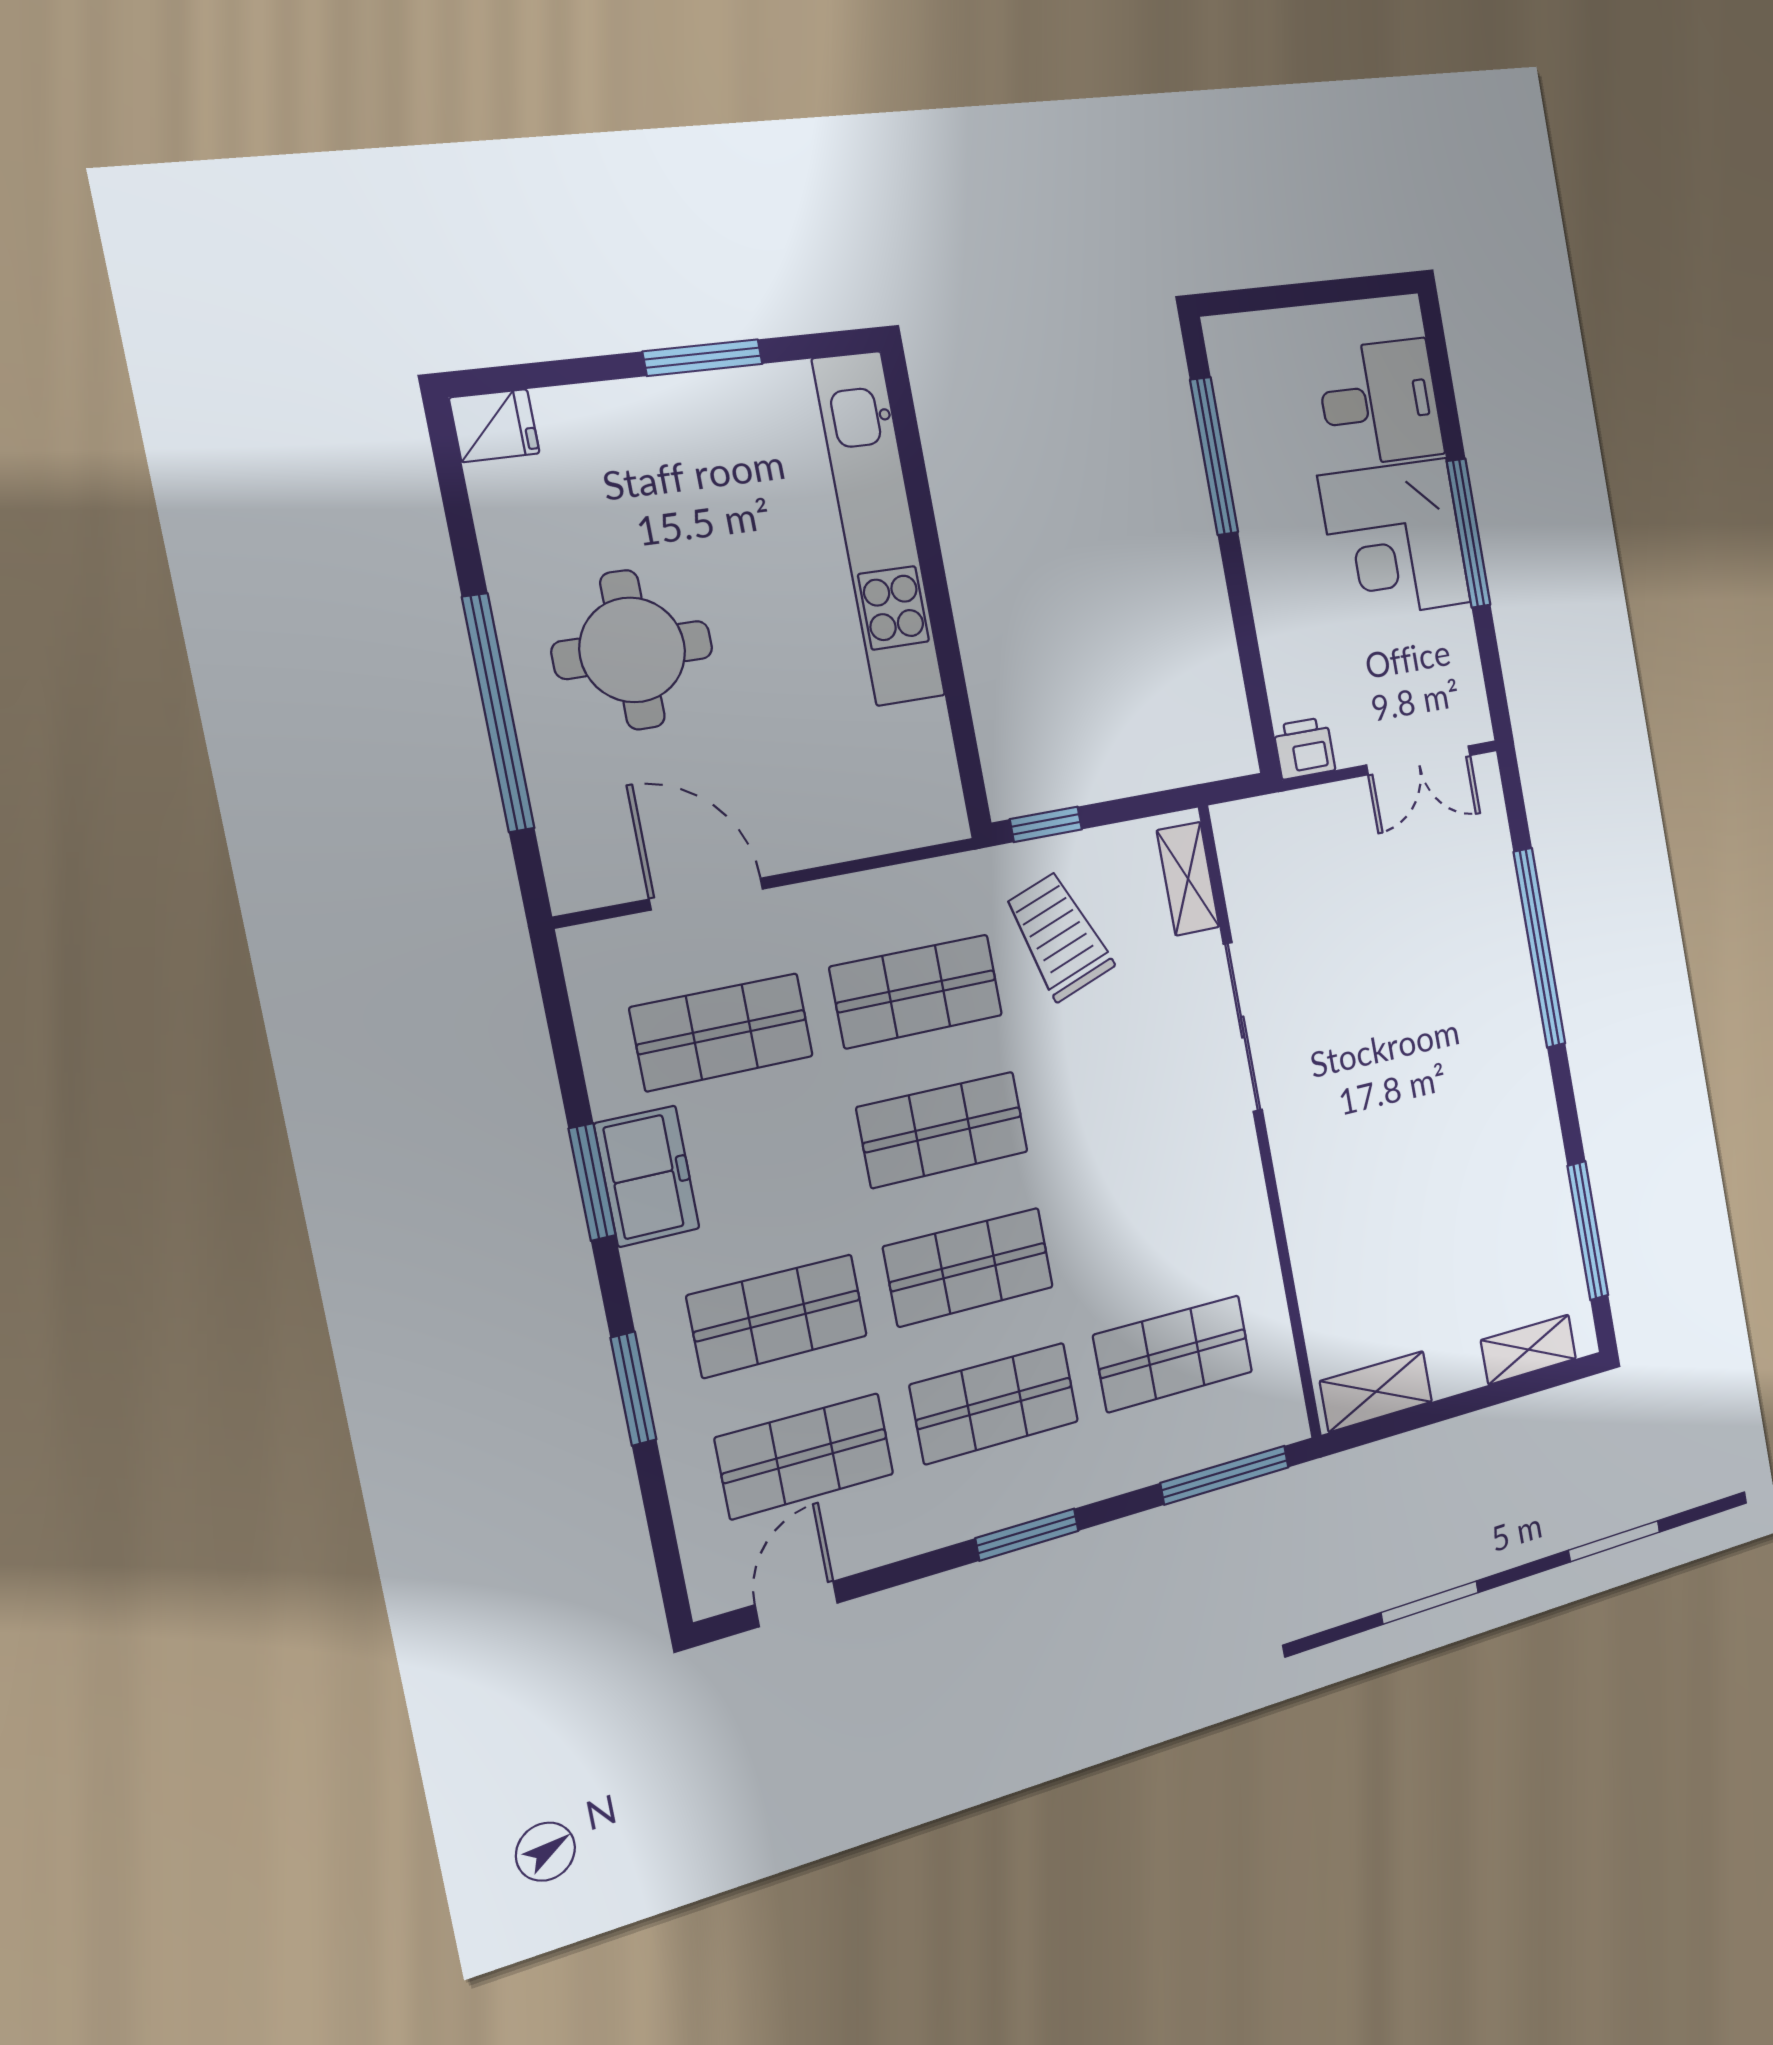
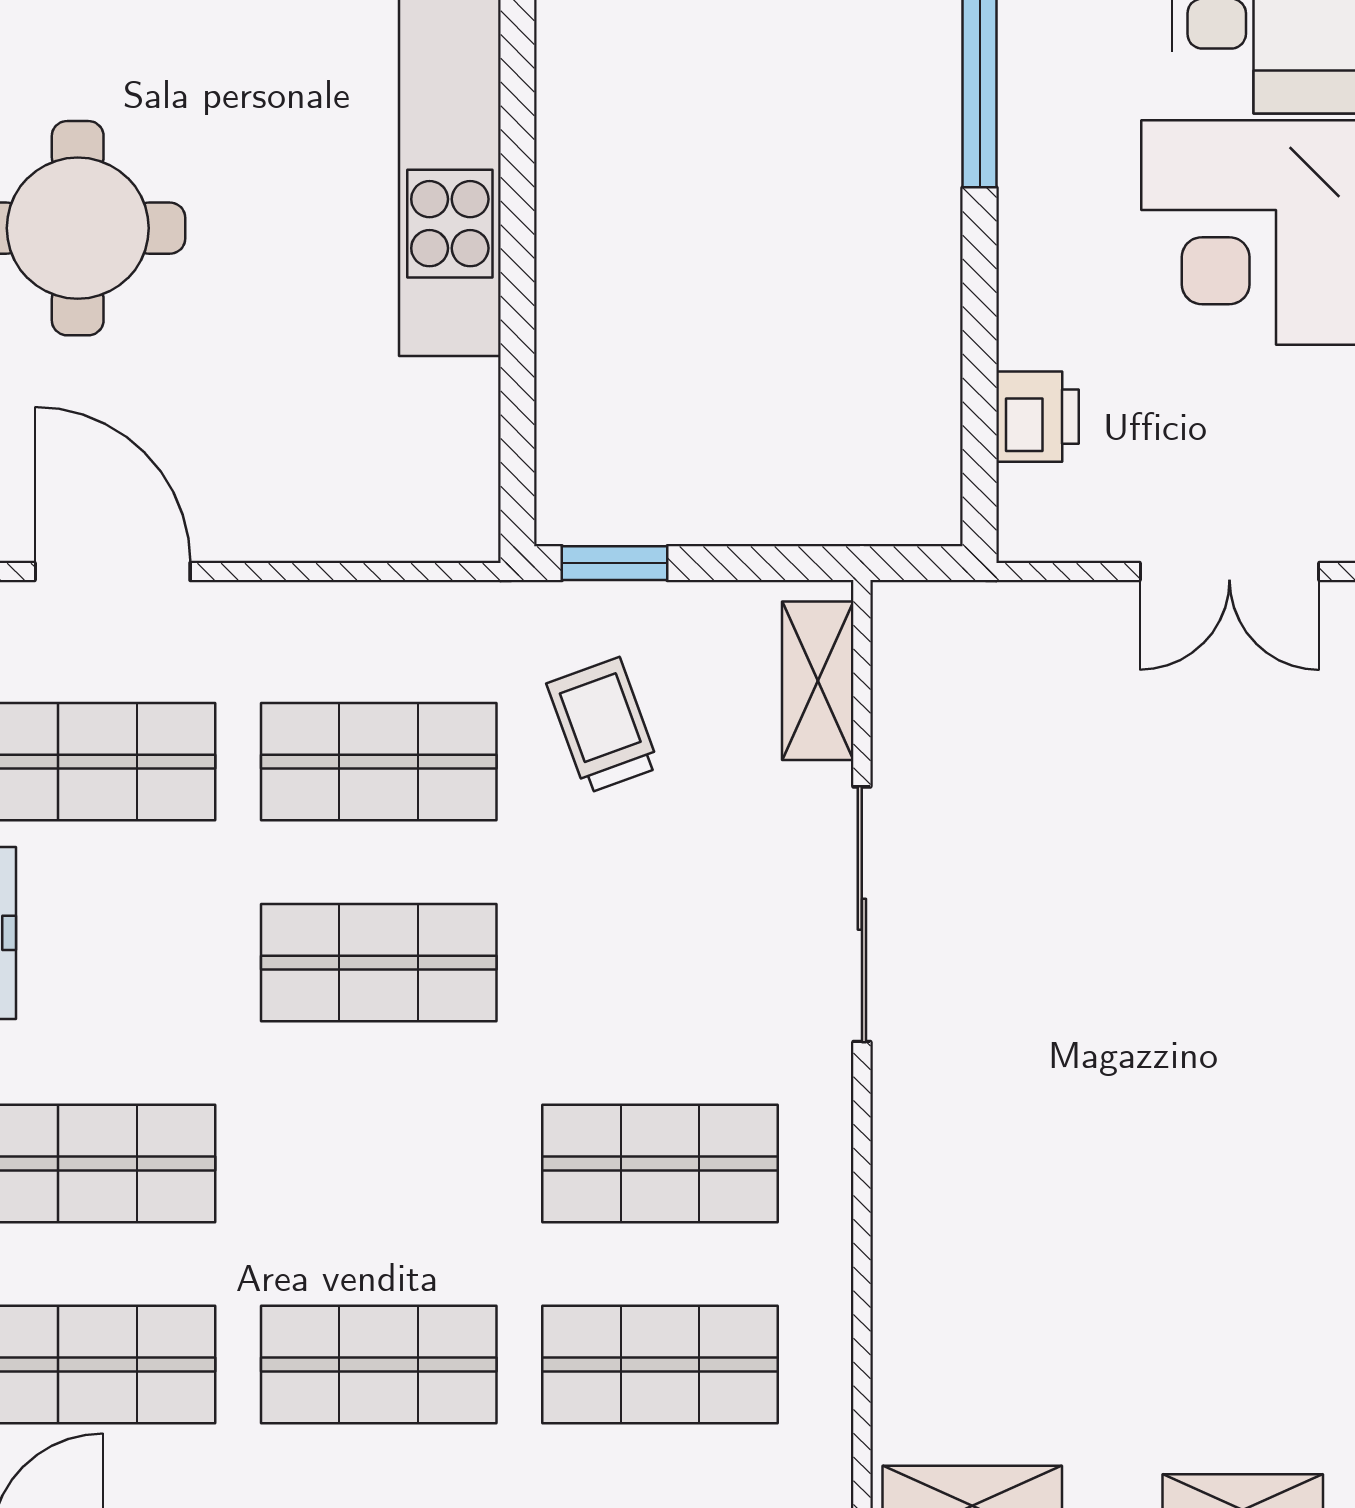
printer: (1304, 748) -> (1038, 417), moved, turned 90
trolley: (1059, 936) -> (603, 725), width x0.73, depth x0.72
shop shelf: (969, 1267) -> (660, 1164), moved

